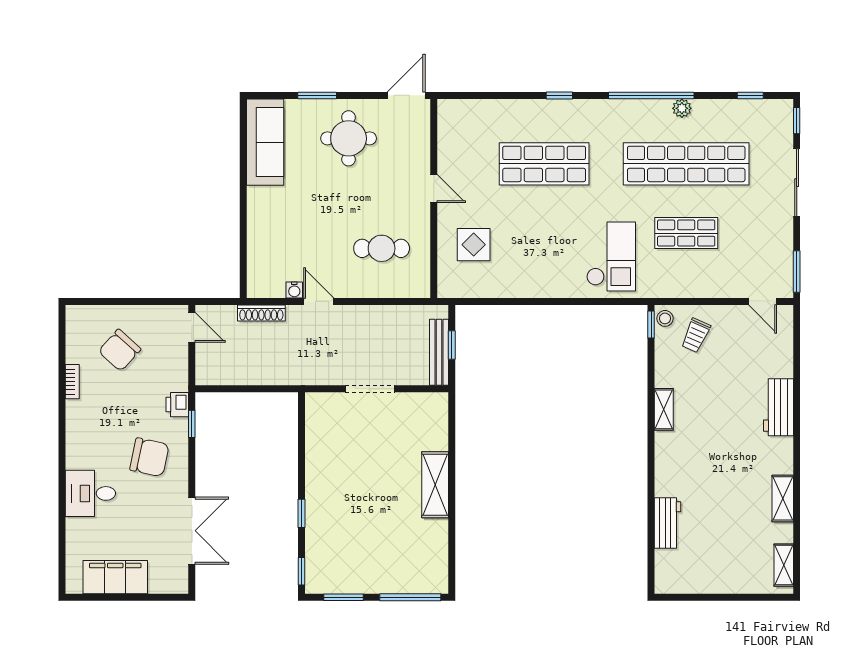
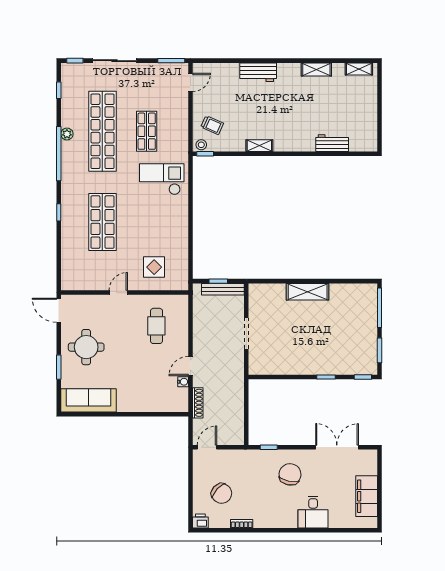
printer: (177, 405) -> (200, 521), moved, turned 180

